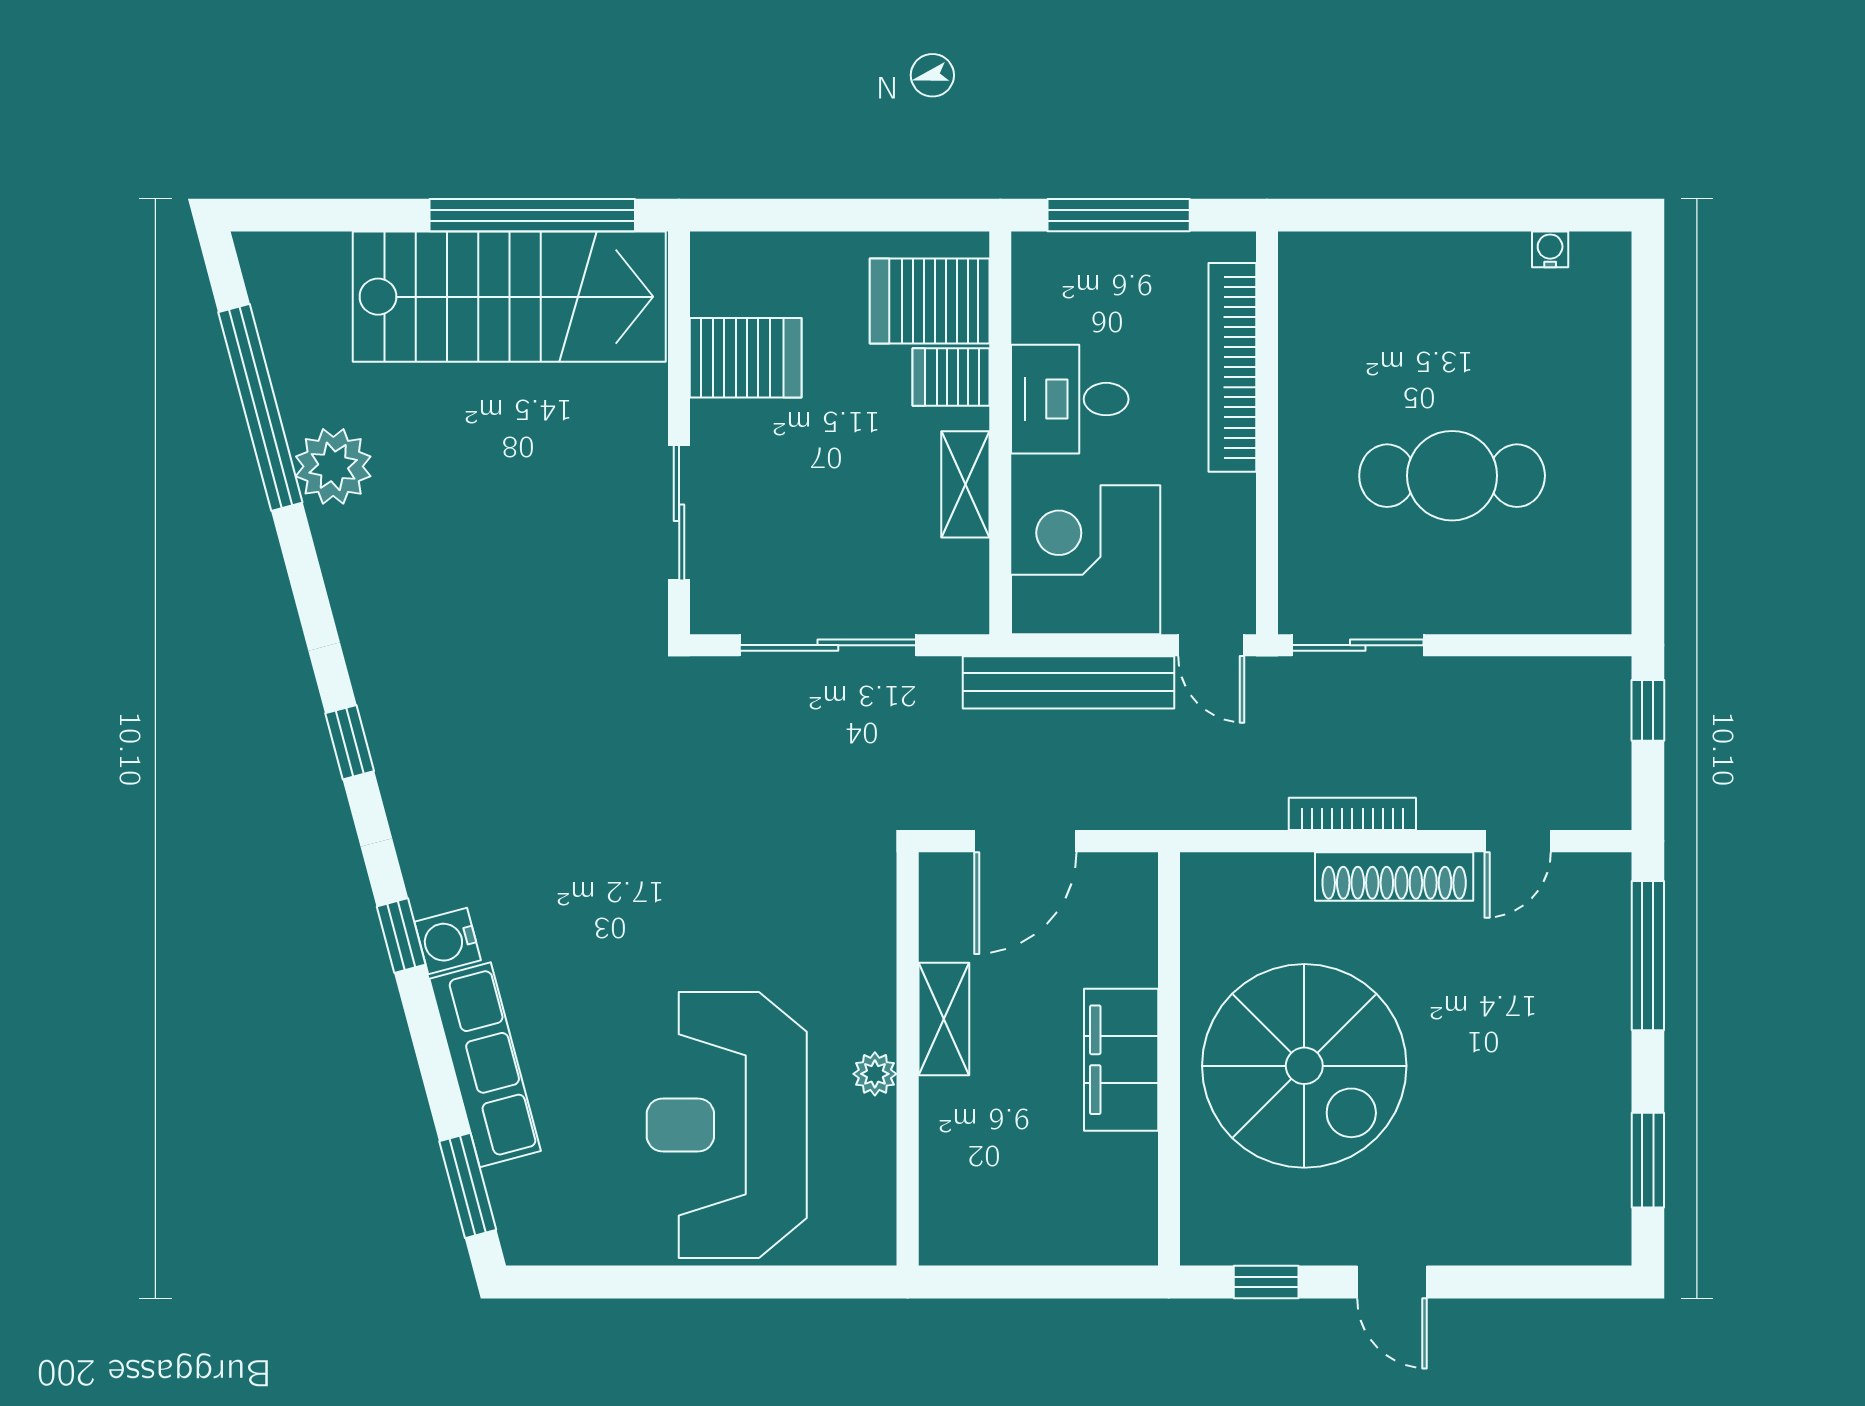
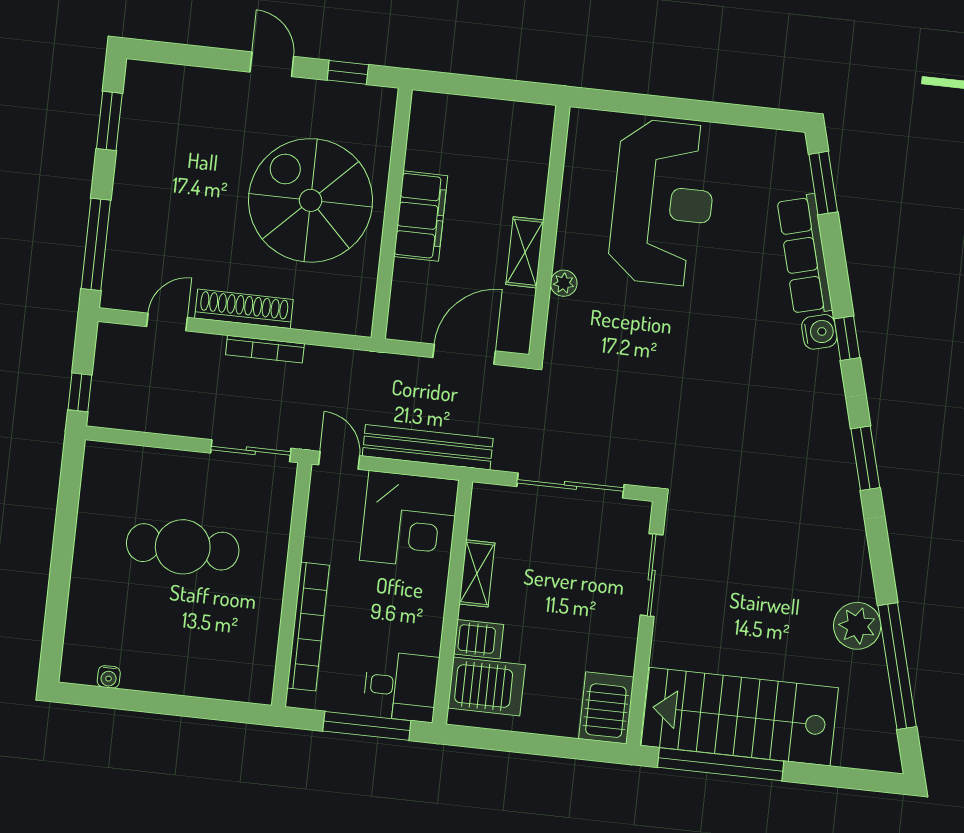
server rack: (746, 358) -> (606, 708), moved, turned 90
desk: (1070, 399) -> (401, 686), moved
window: (350, 742) -> (865, 458), width x1.50
plant: (875, 1074) -> (564, 283), moved

